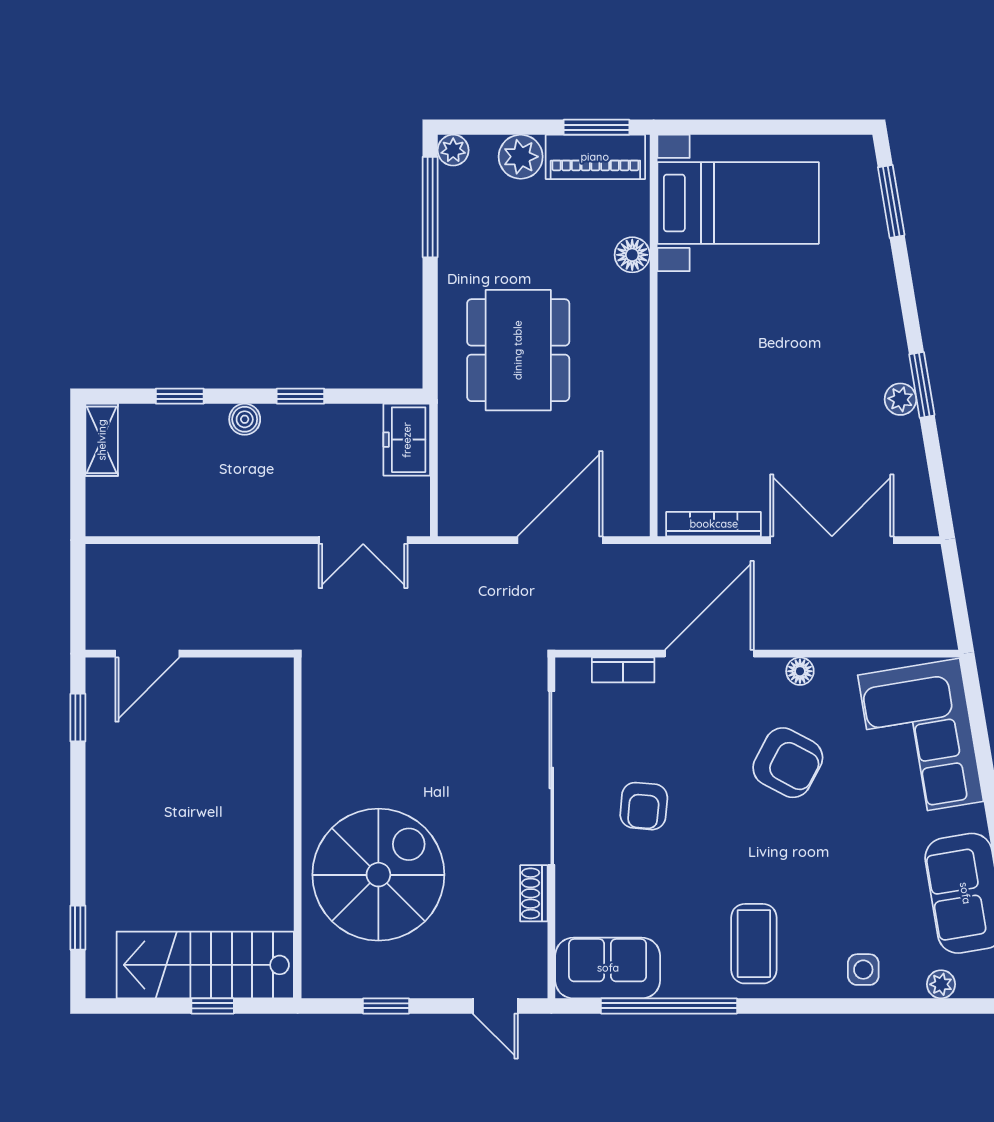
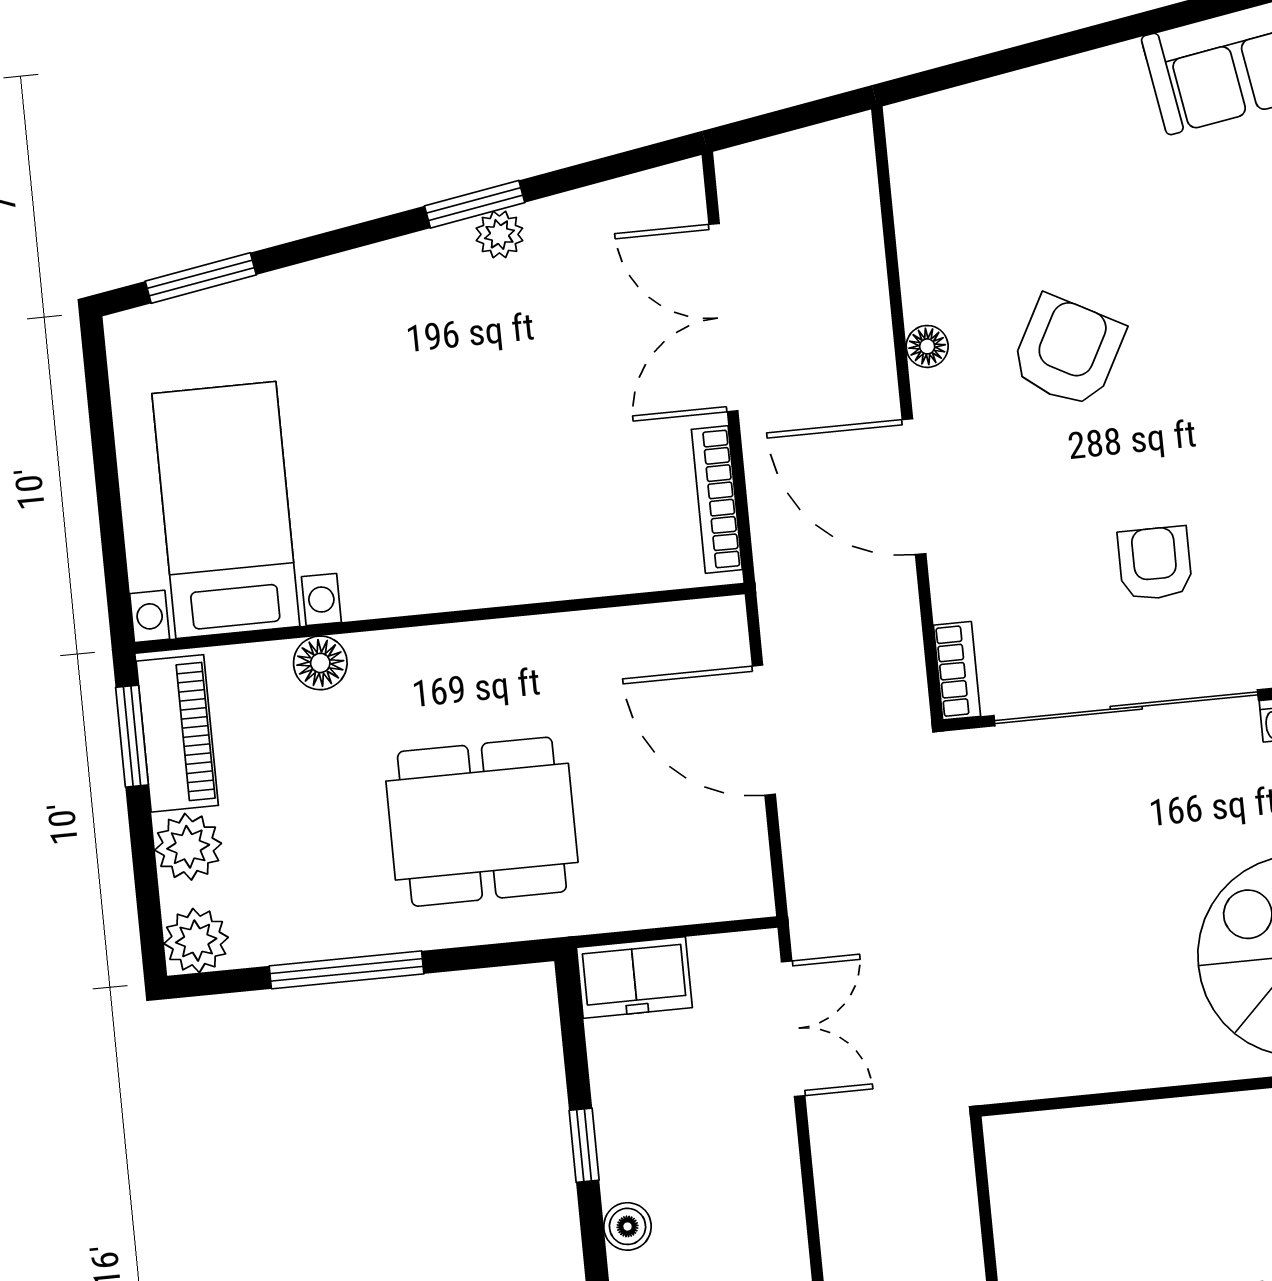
plant: (453, 150) -> (196, 941), width x1.38, depth x1.38
window: (430, 207) -> (347, 970), moved
bookcase: (623, 670) -> (957, 671), moved
corner sofa: (921, 738) -> (1011, 153), removed
armchair: (644, 806) -> (1155, 563), turned -95

